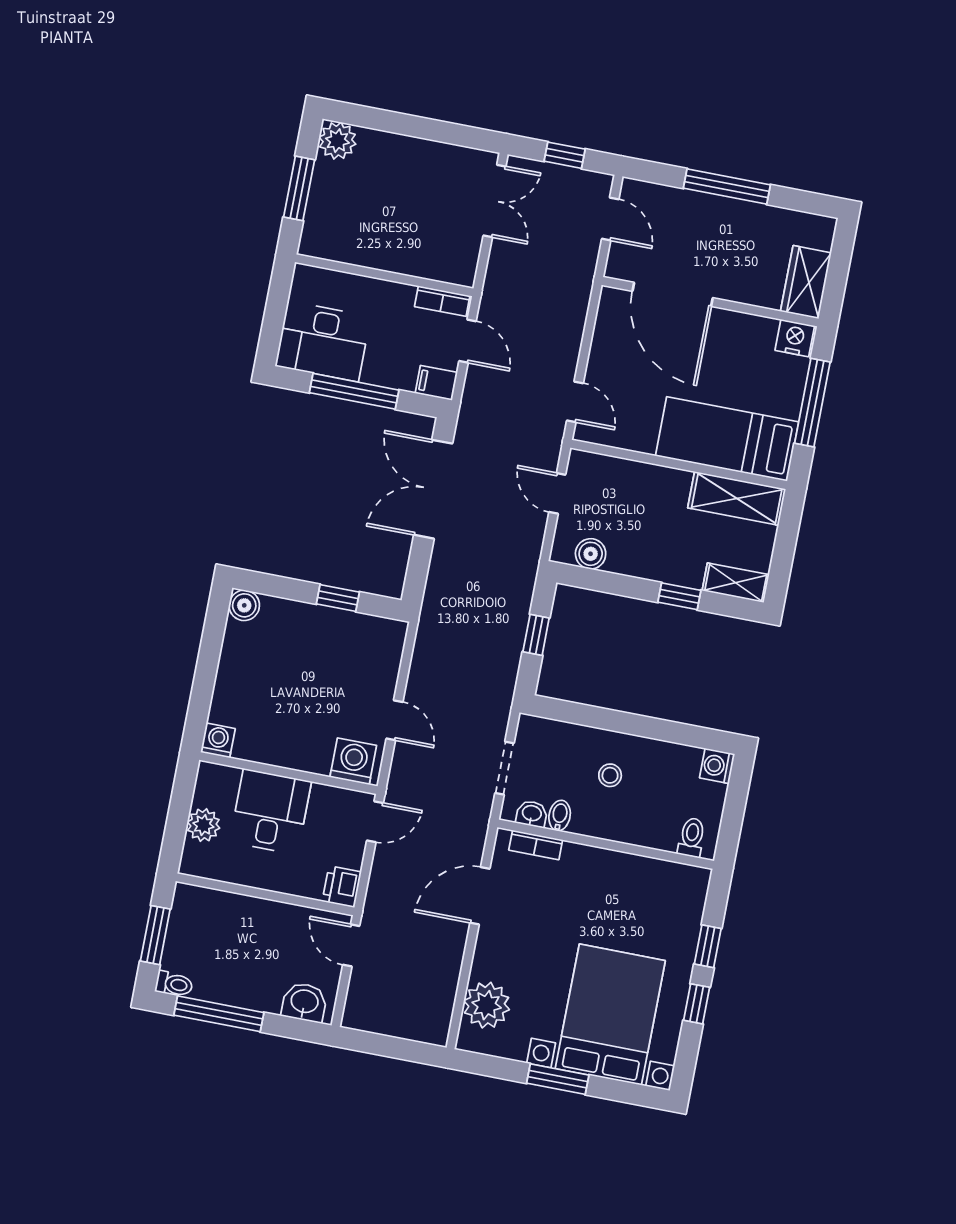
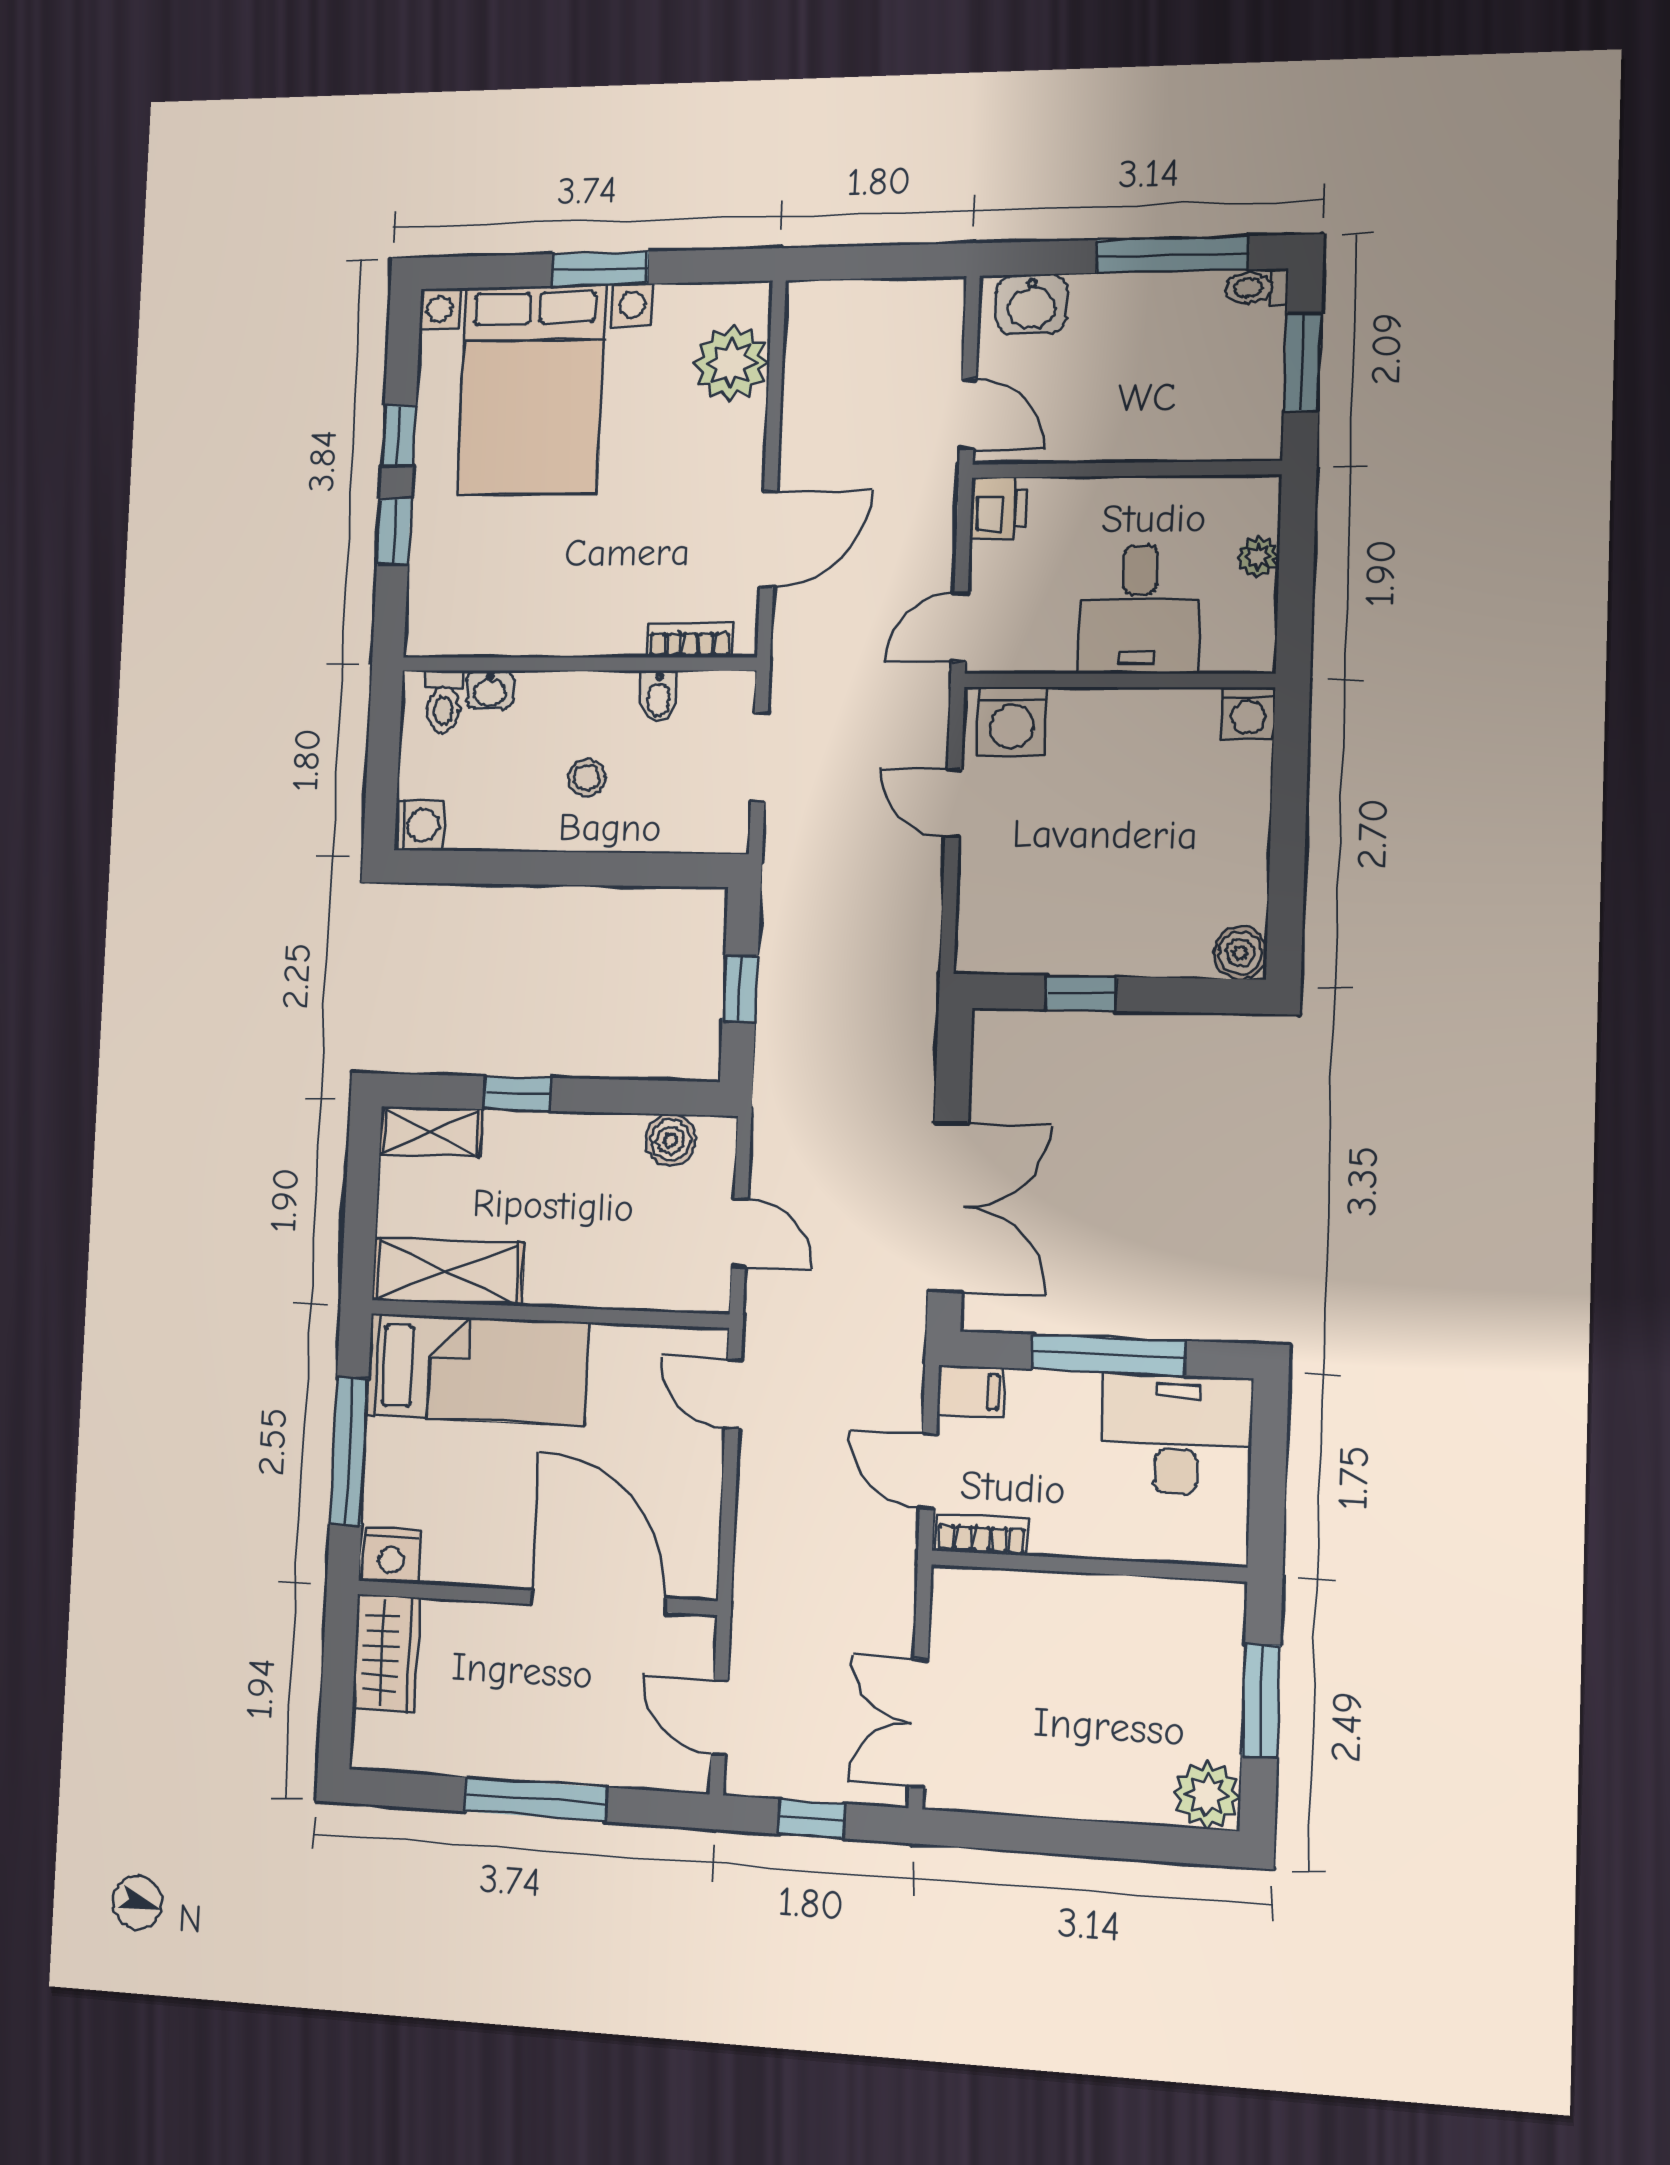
washbasin: (532, 814) -> (490, 690), moved
plant: (203, 825) -> (1258, 557), width x0.73, depth x0.73

